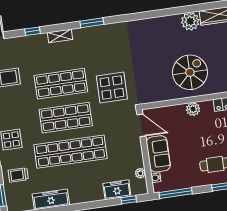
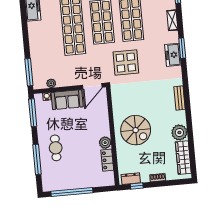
bench: (150, 23) -> (180, 98), added
plant: (193, 109) -> (105, 143), moved
freezer: (117, 190) -> (173, 55), moved, turned 180
window: (129, 200) -> (29, 72), width x2.17

